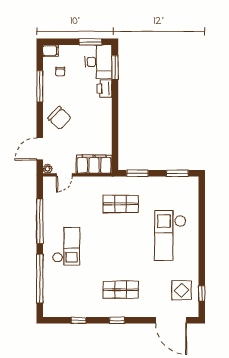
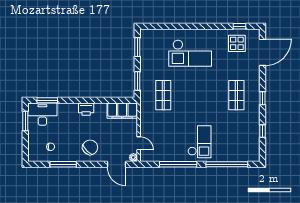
filing cabinet: (51, 51) -> (33, 155), removed
printer: (104, 89) -> (86, 109), moved
filing cabinet: (94, 164) -> (122, 111), moved, turned -90
checkout: (66, 246) -> (199, 142), turned 90

